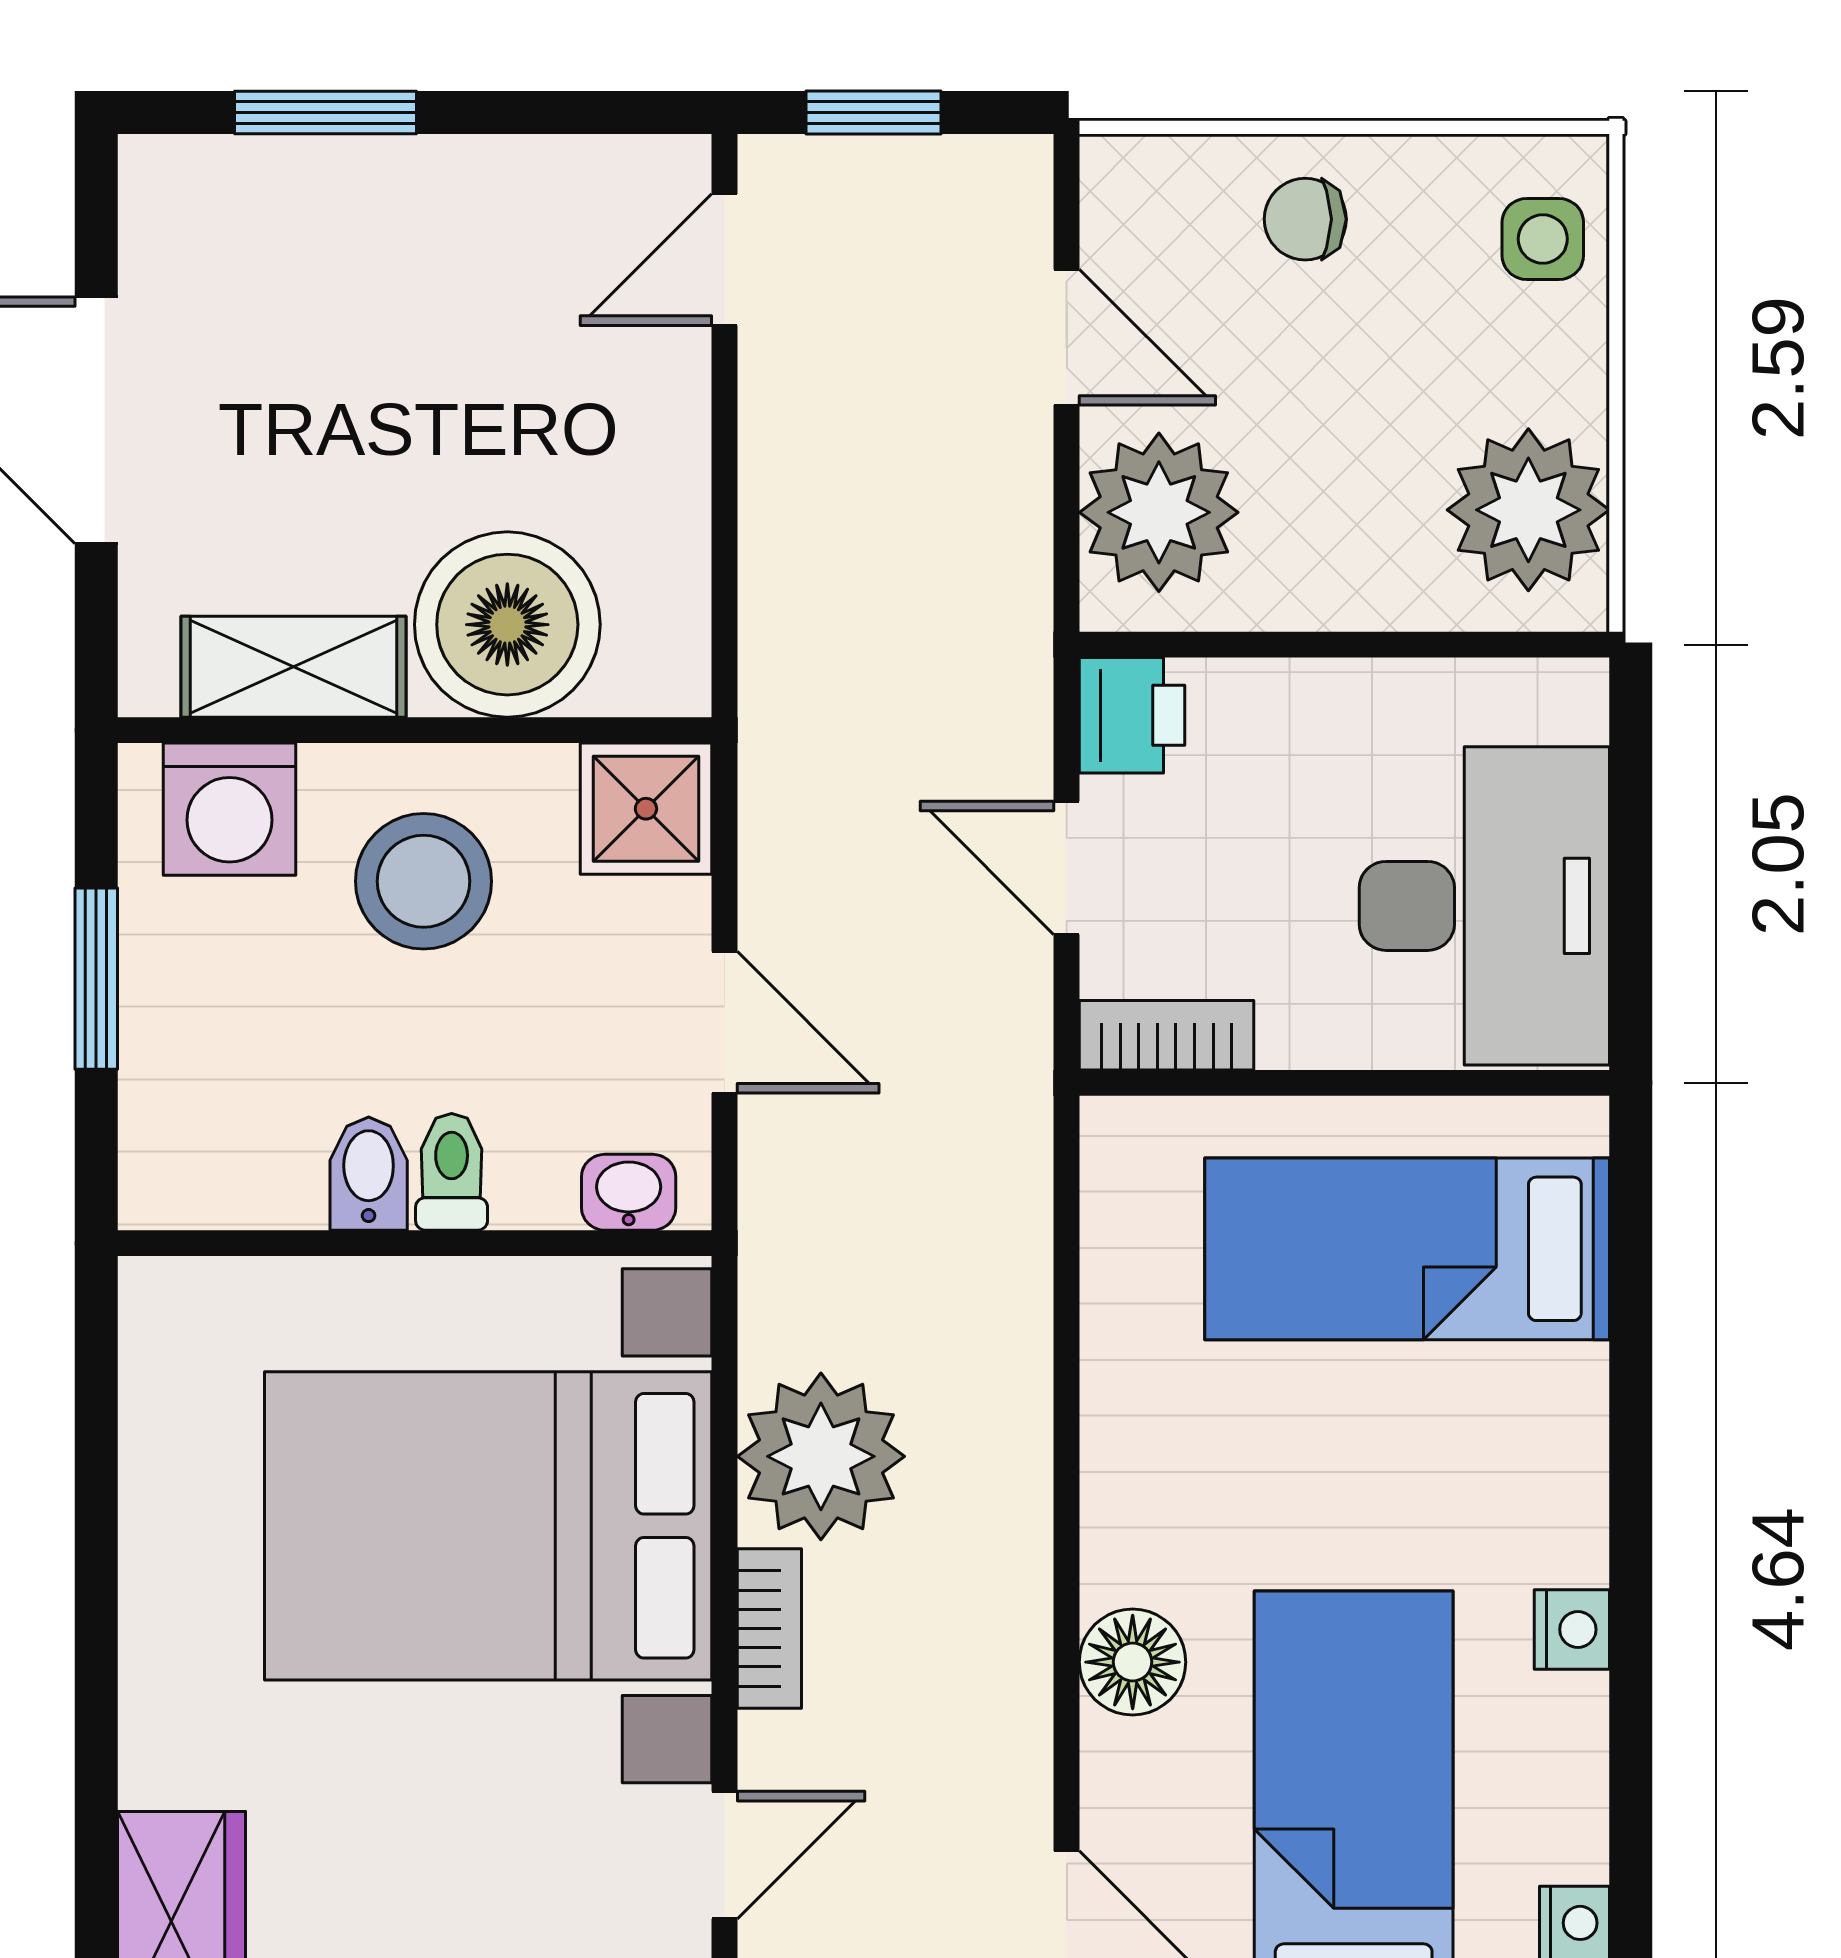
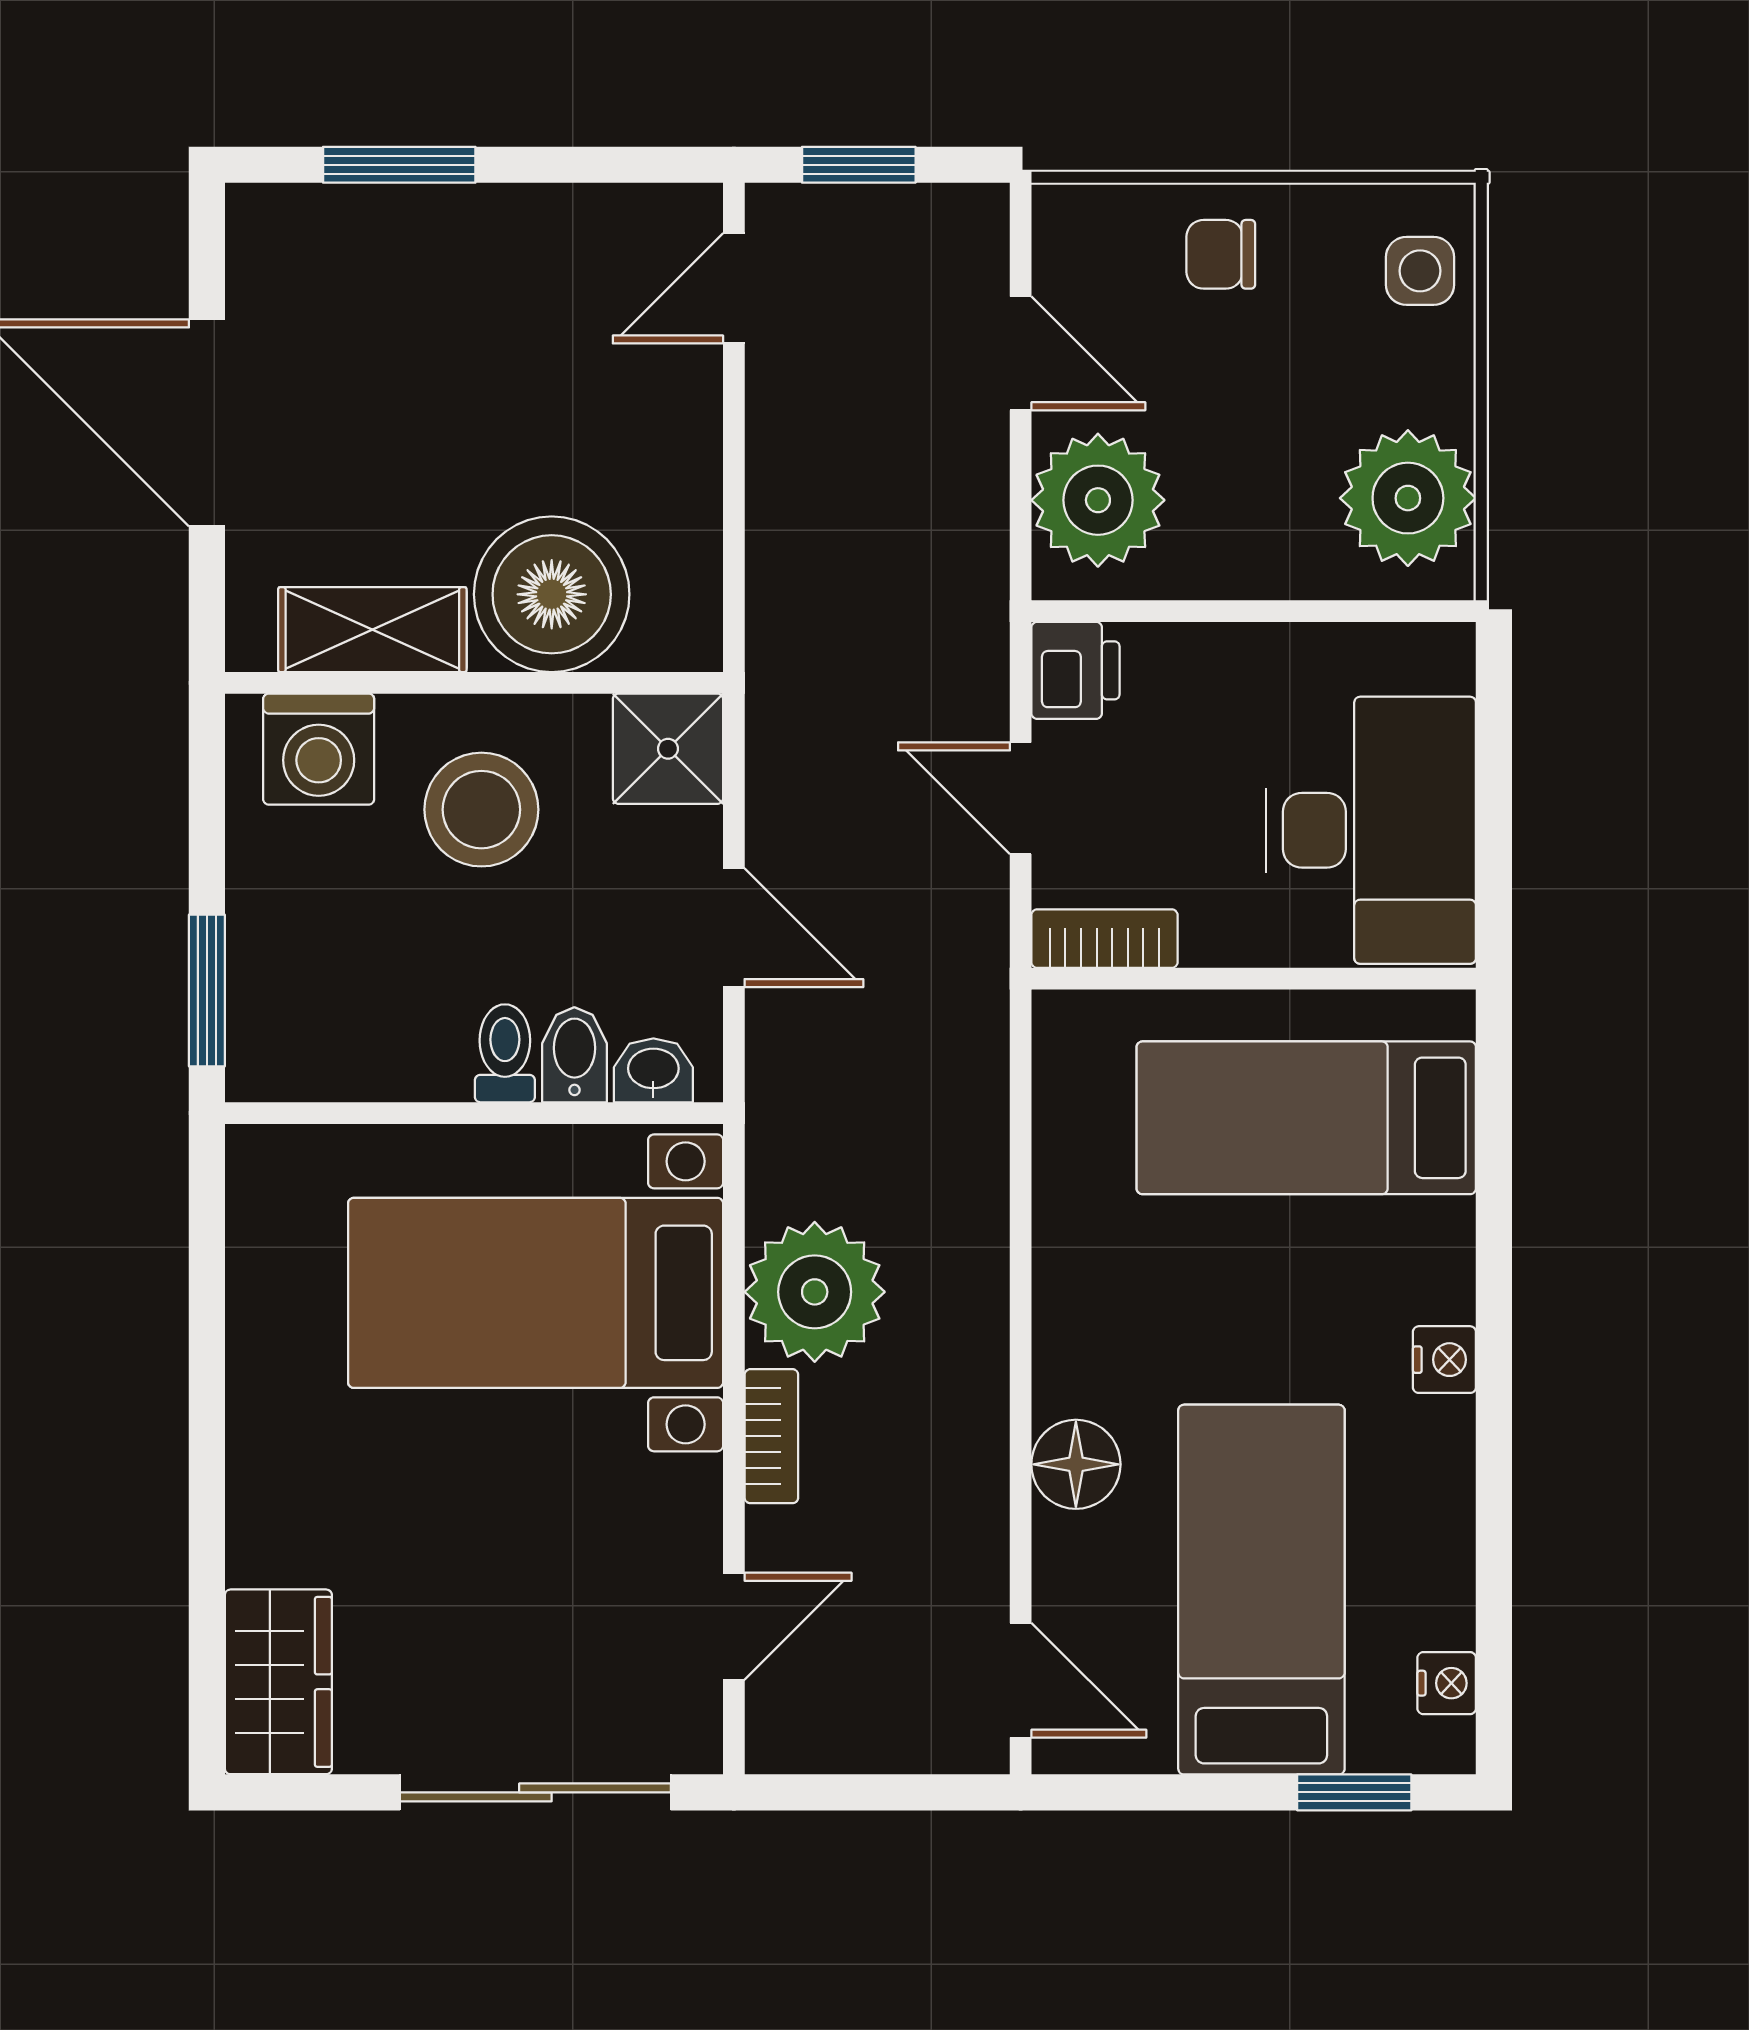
window: (96, 979) -> (207, 991), moved
bidet: (369, 1174) -> (574, 1055), moved
bed with nightstands: (488, 1526) -> (536, 1293), width x0.73
nightstand: (1572, 1629) -> (1444, 1360), moved

